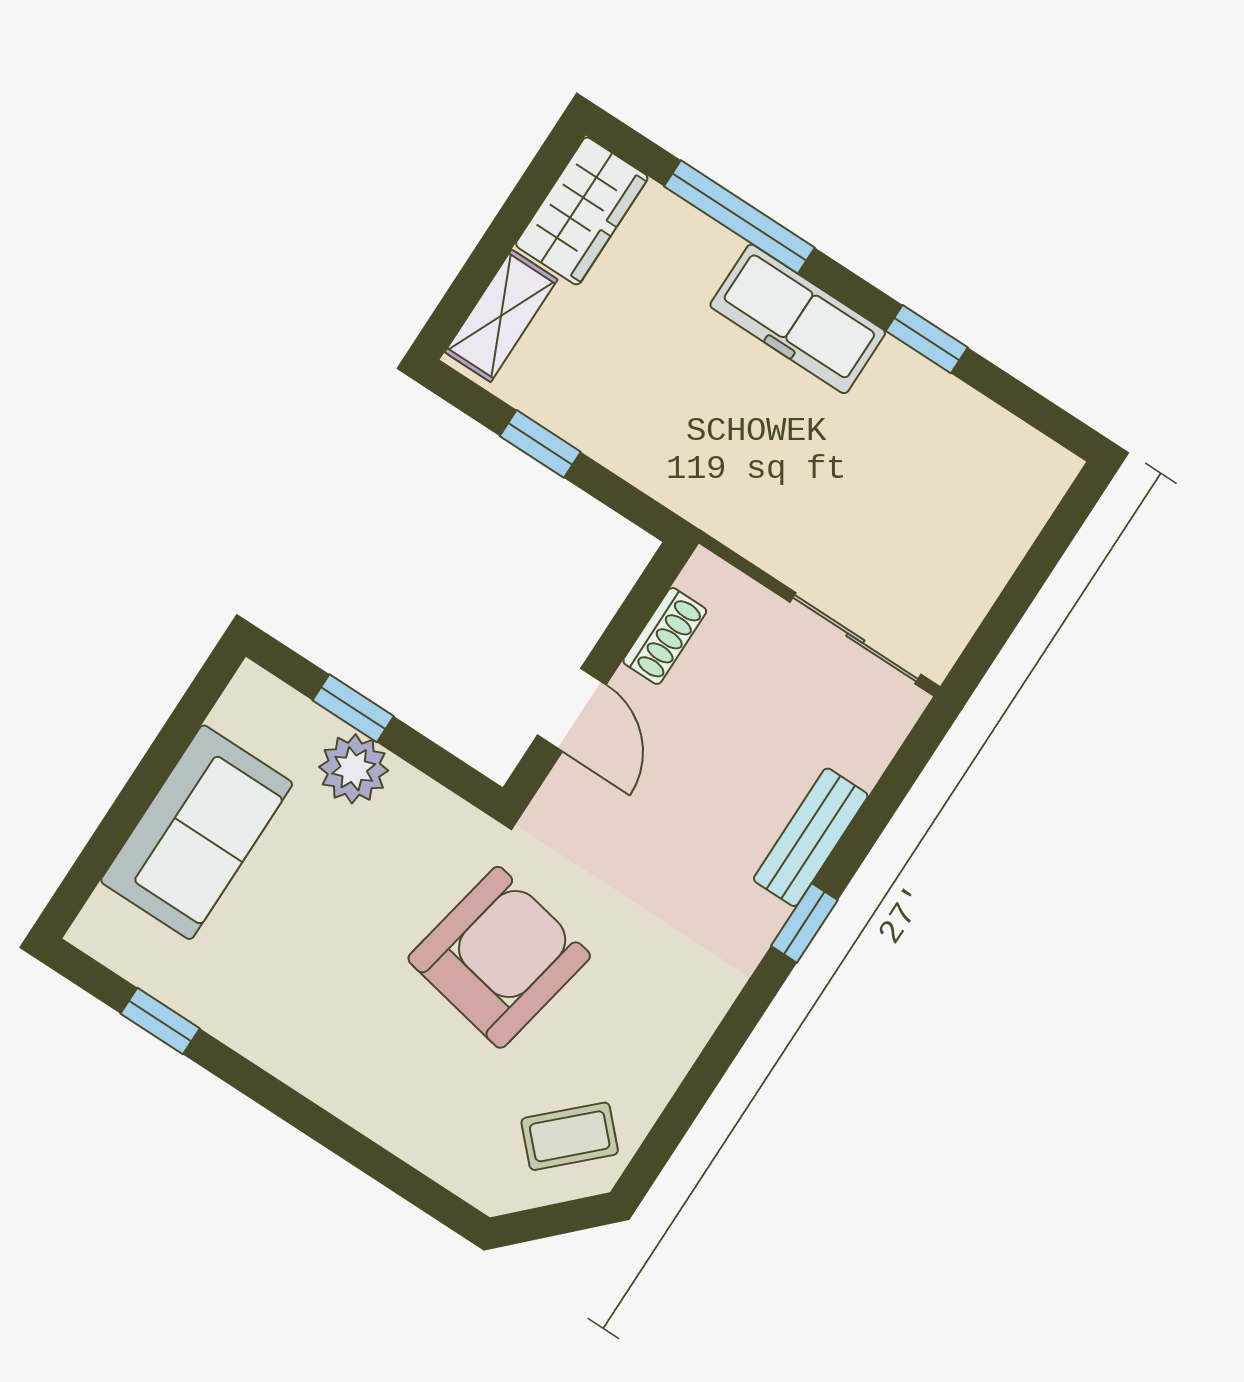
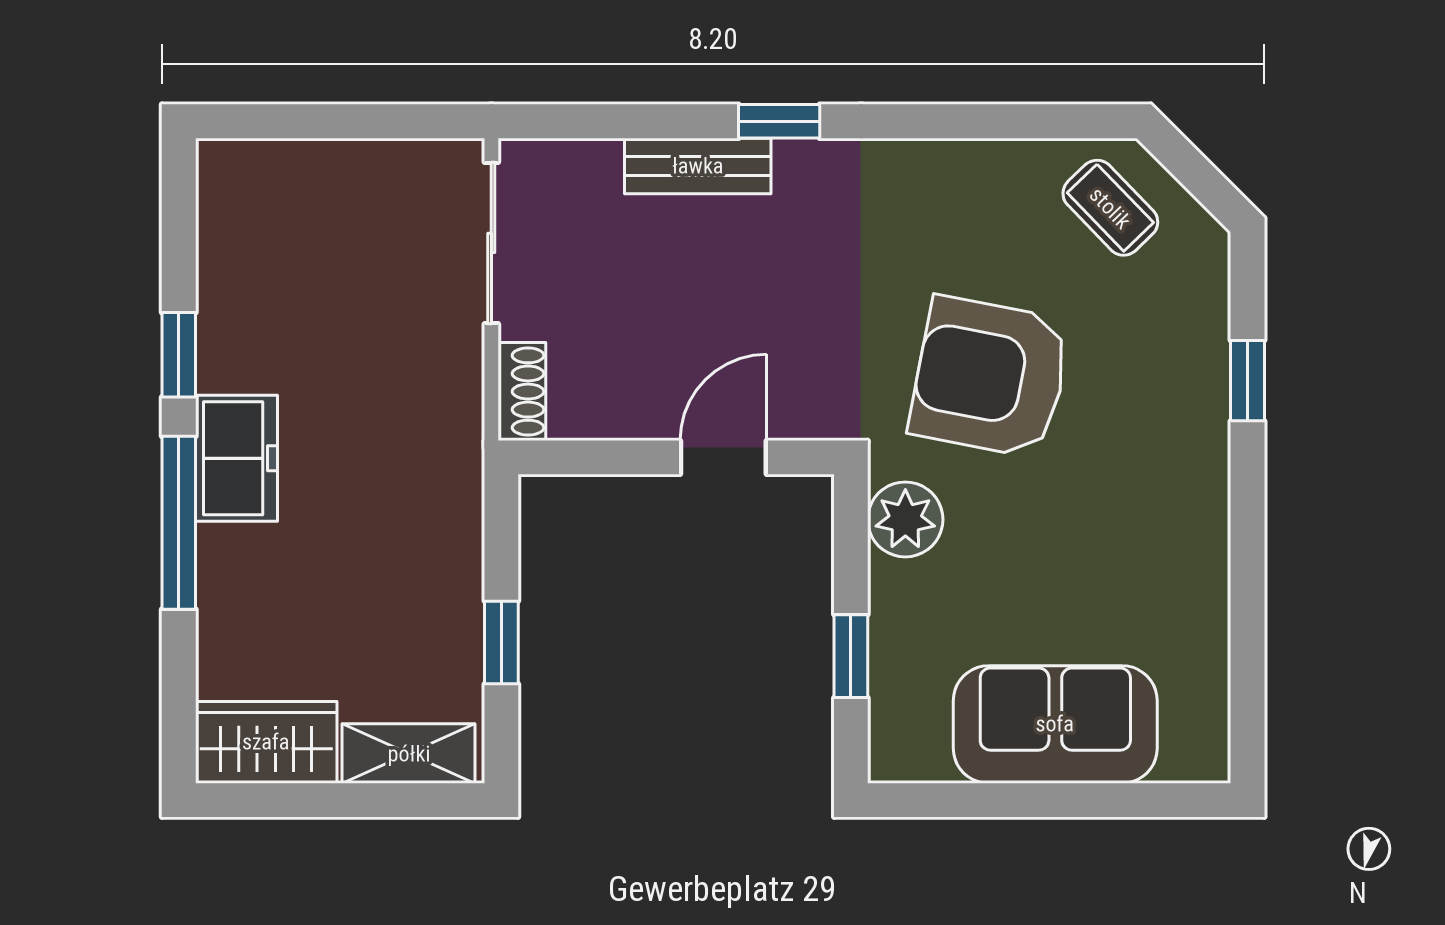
window: (739, 217) -> (179, 523), moved
freezer: (798, 319) -> (236, 458), width x0.71
shoe rack: (665, 636) -> (522, 392), moved, turned 90
plant: (354, 769) -> (905, 519), moved
window: (160, 1021) -> (1247, 381), moved

